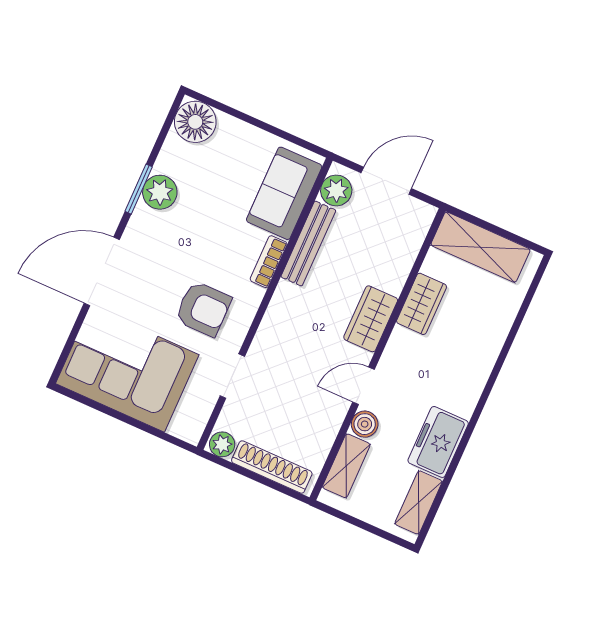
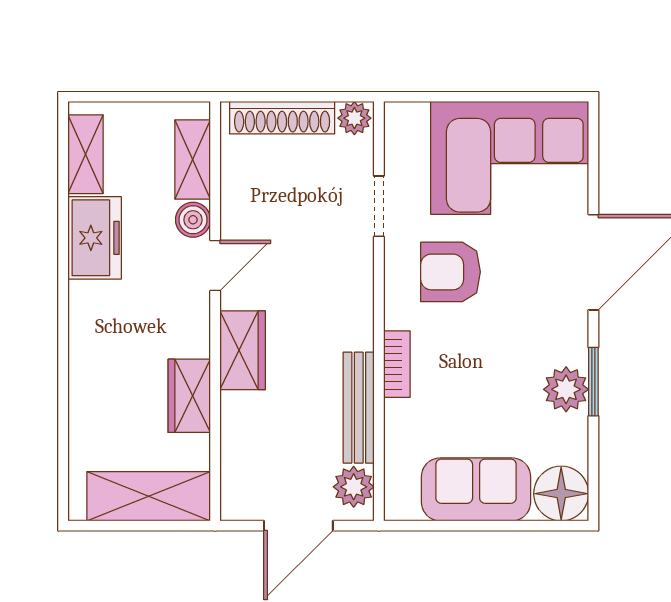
sofa: (284, 193) -> (476, 489), moved, turned -90

